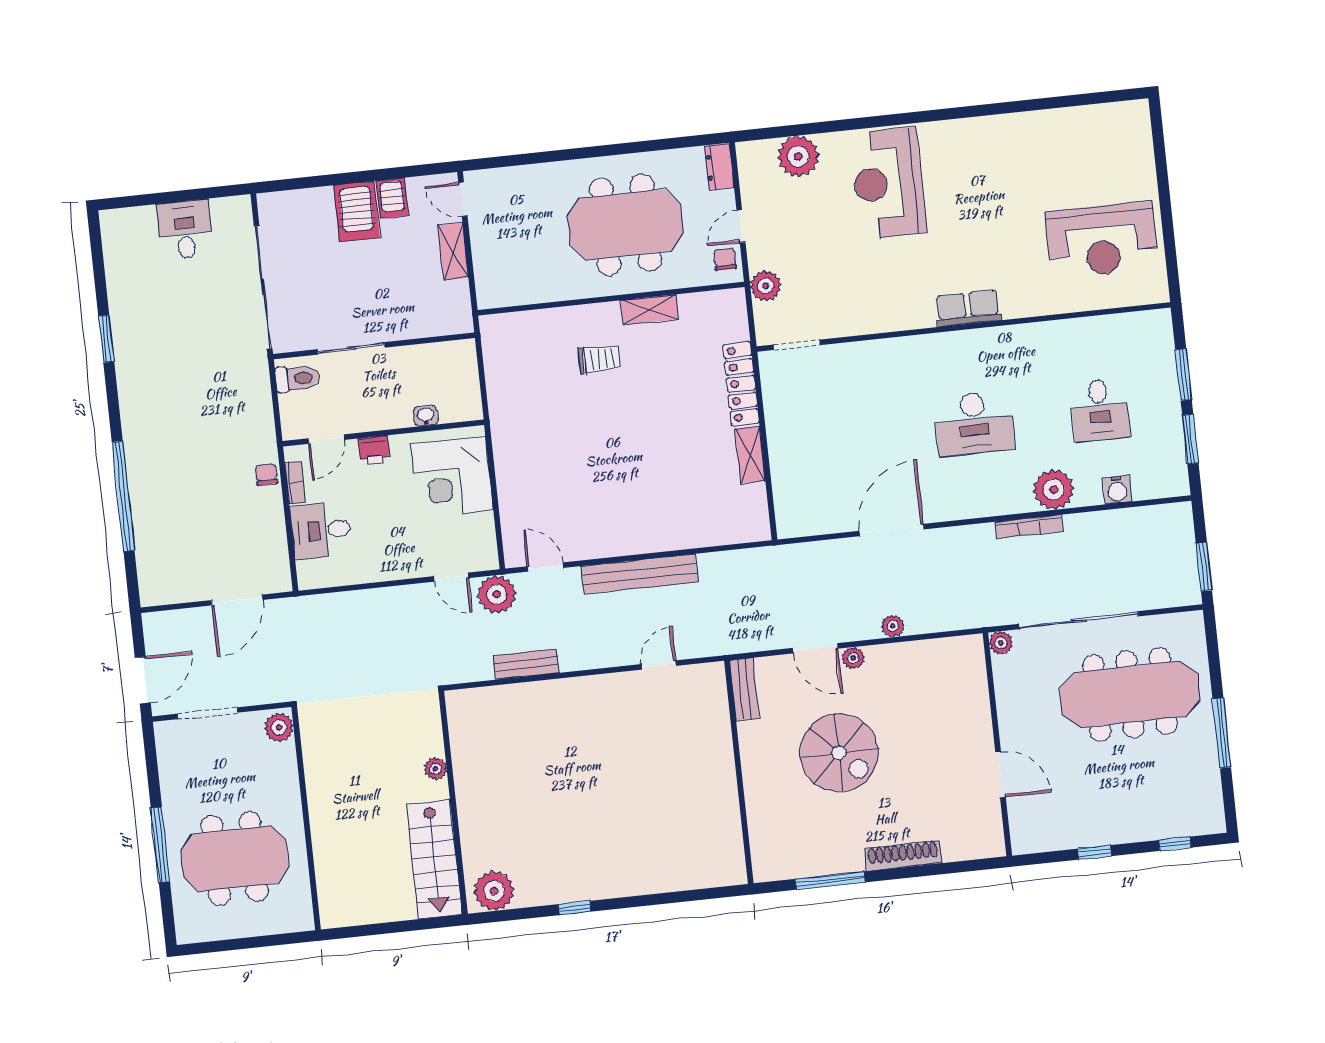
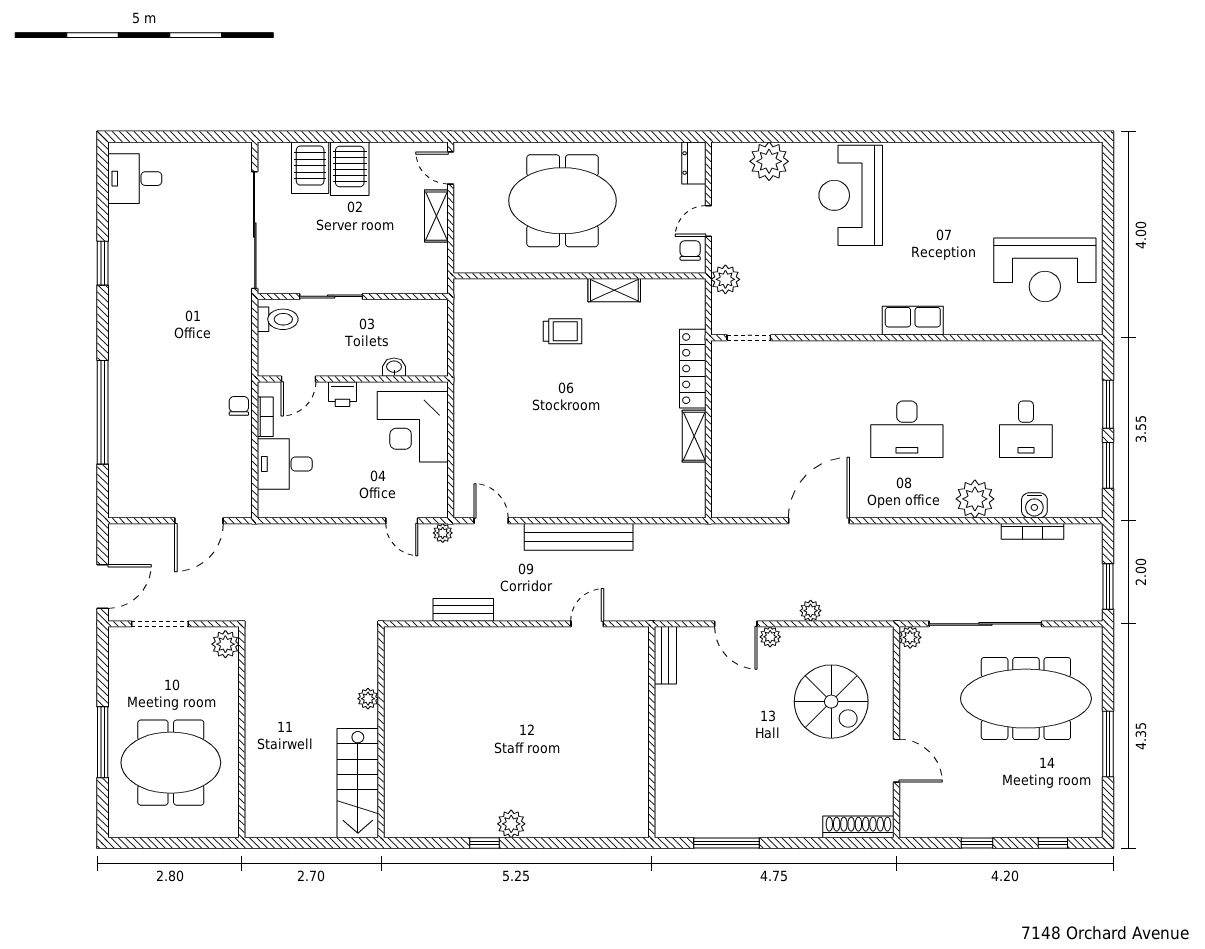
server rack: (392, 198) -> (310, 168), moved, width x1.36, depth x1.44
meeting table: (625, 225) -> (563, 201), moved
desk: (185, 230) -> (135, 179), moved, turned -90
bookcase: (1029, 527) -> (1033, 531), moved
plant: (497, 594) -> (443, 533), width x0.53, depth x0.53
spiral stairs: (839, 753) -> (831, 702), moved
shoe rack: (903, 856) -> (858, 827), moved
plant: (494, 891) -> (511, 824), moved, width x0.73, depth x0.73

